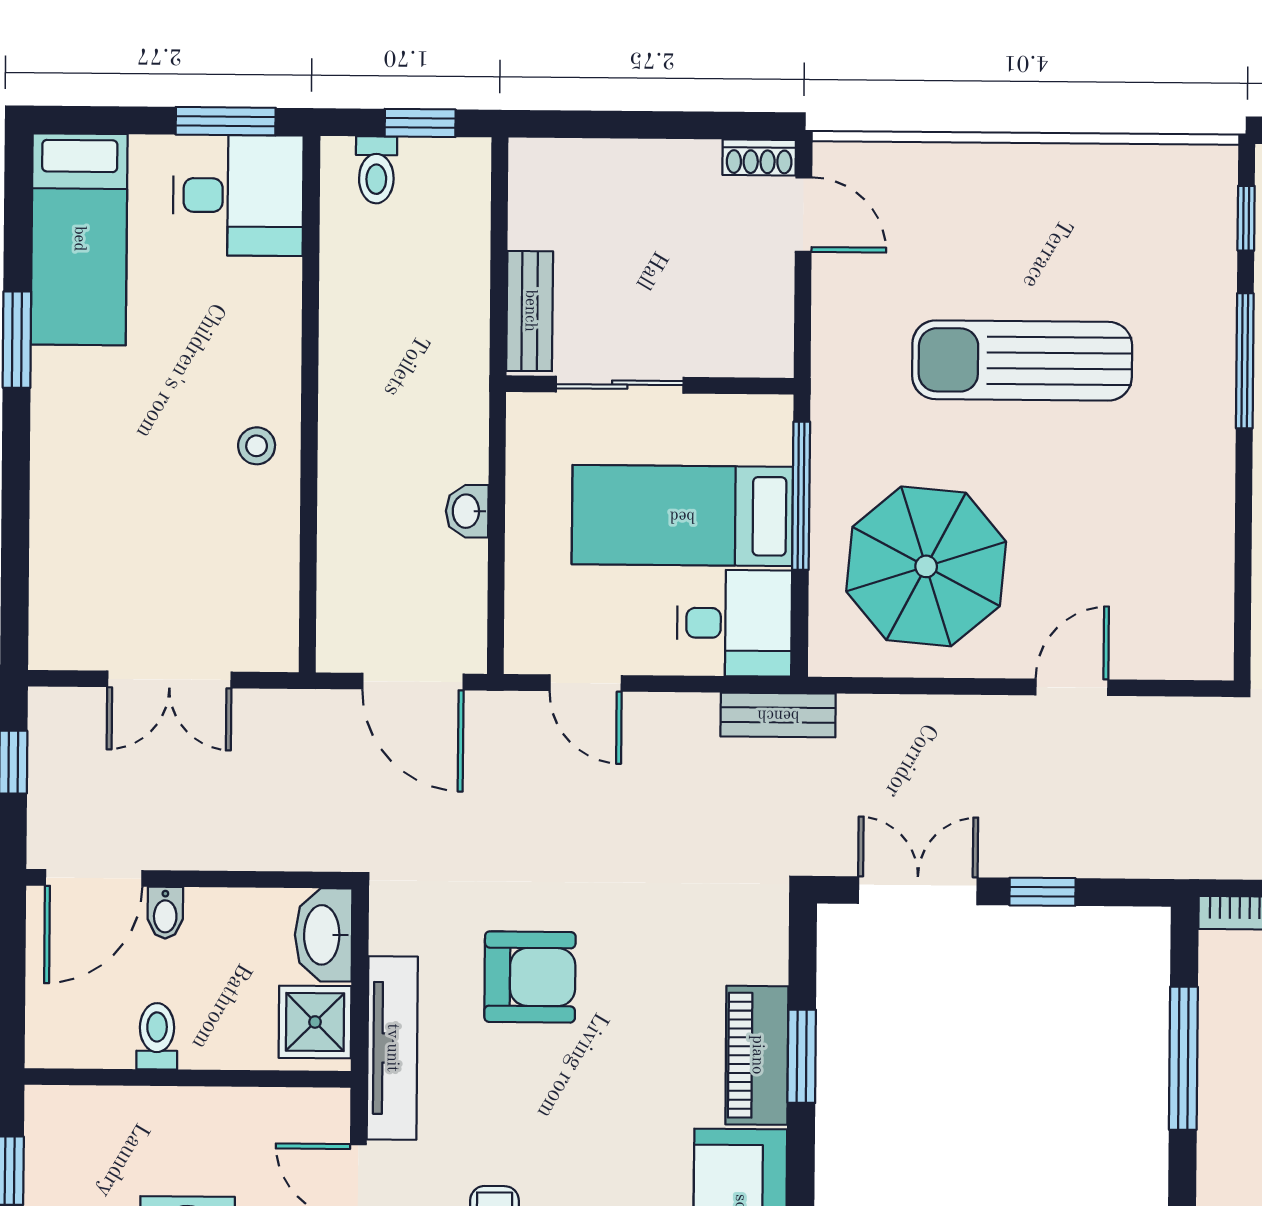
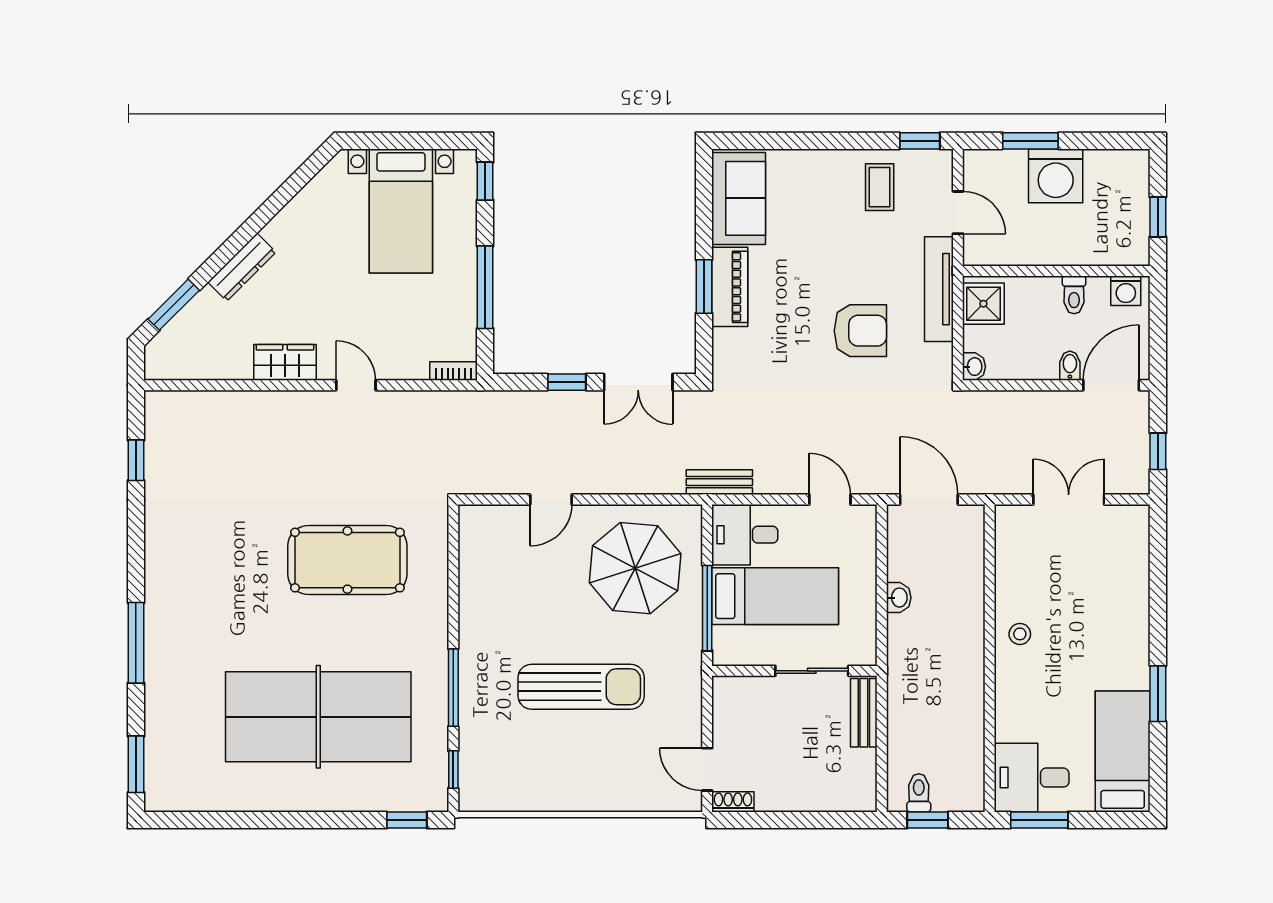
toilet: (376, 170) -> (919, 793), moved
washbasin: (323, 935) -> (974, 367), width x0.52, depth x0.69
armchair: (530, 977) -> (860, 331), turned 180
washing machine: (67, 1043) -> (1126, 291), added

